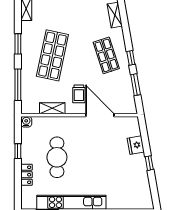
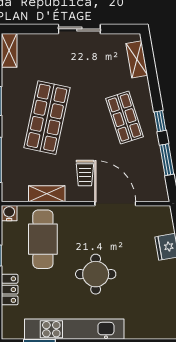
cafe table: (57, 157) -> (43, 239), moved
round table: (86, 164) -> (96, 274), added

